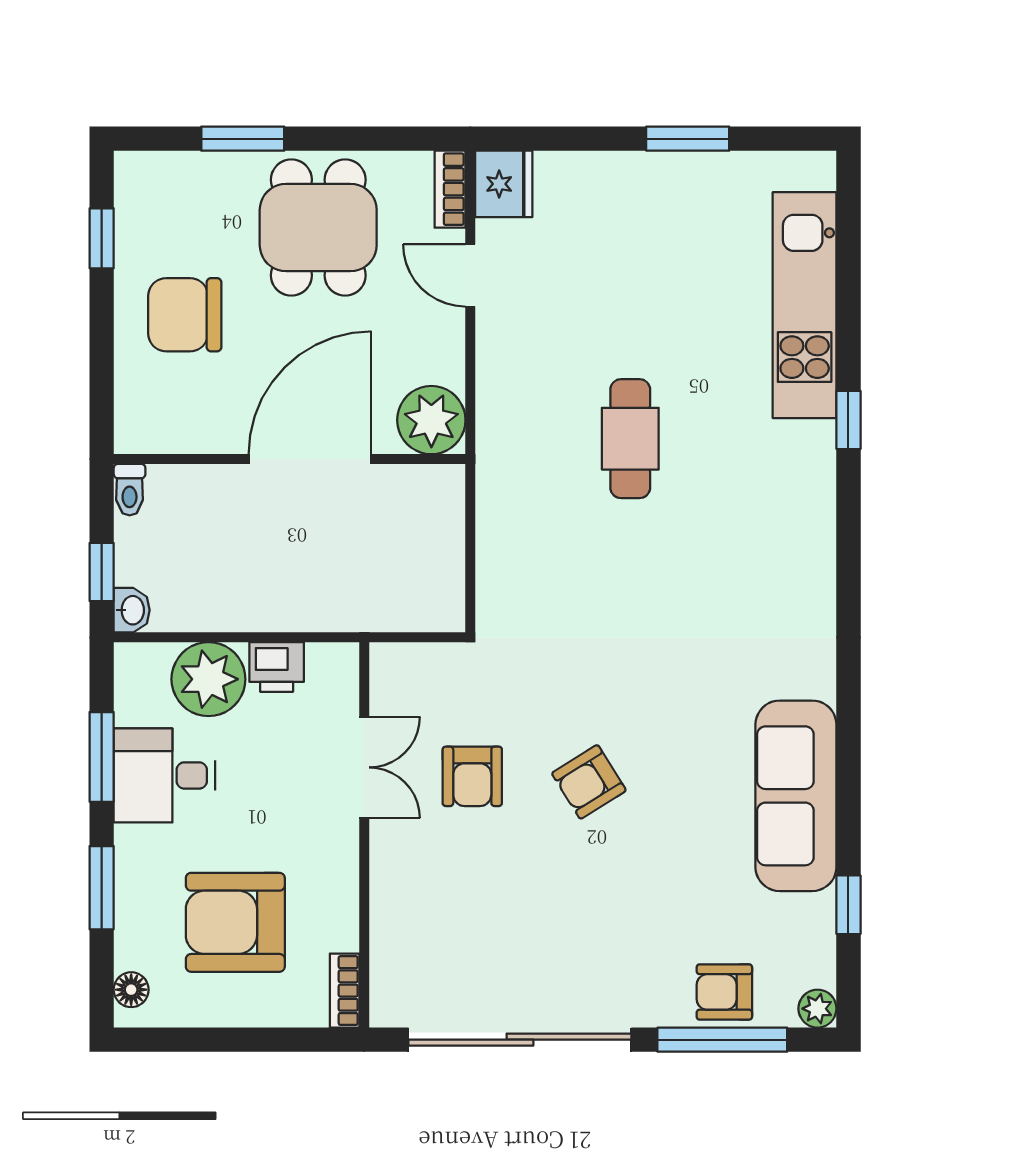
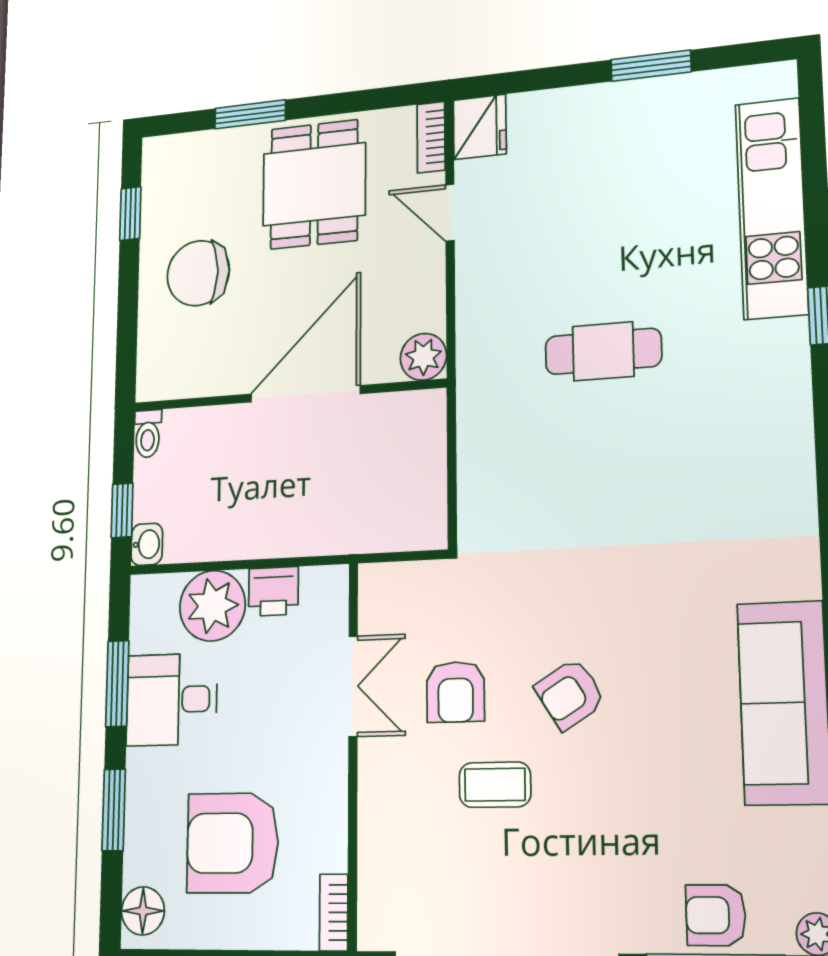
plant: (431, 420) -> (423, 357), width x0.73, depth x0.73
cafe table: (630, 439) -> (603, 351), turned 90
coffee table: (512, 868) -> (495, 785), added
floor lamp: (131, 990) -> (143, 911), width x1.37, depth x1.37

